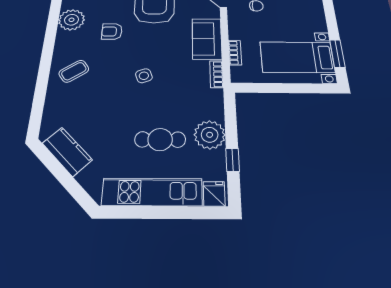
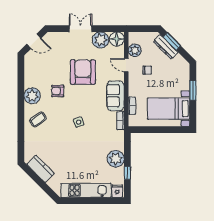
plant: (72, 20) -> (32, 96), moved
window: (337, 53) -> (193, 90), moved
cafe table: (160, 139) -> (89, 162), removed

